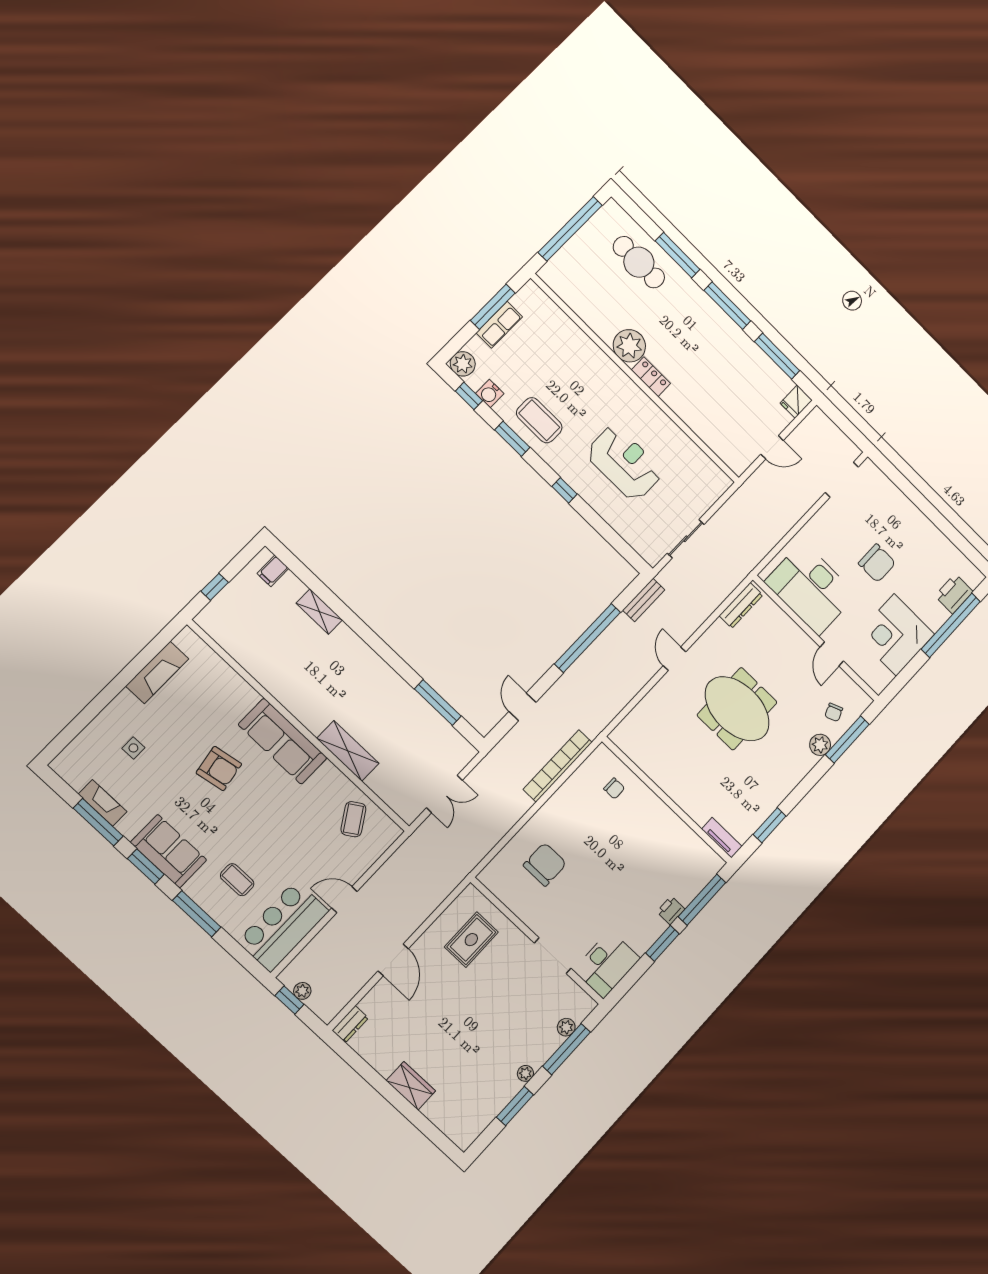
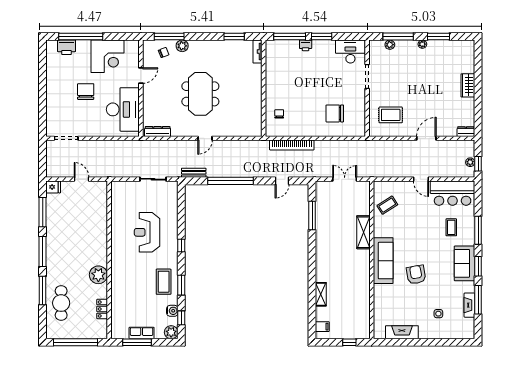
locker: (651, 377) -> (102, 309), moved

